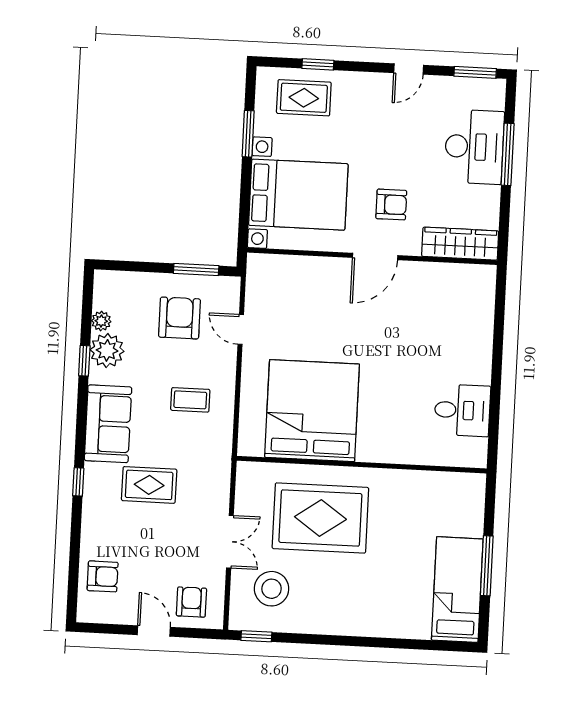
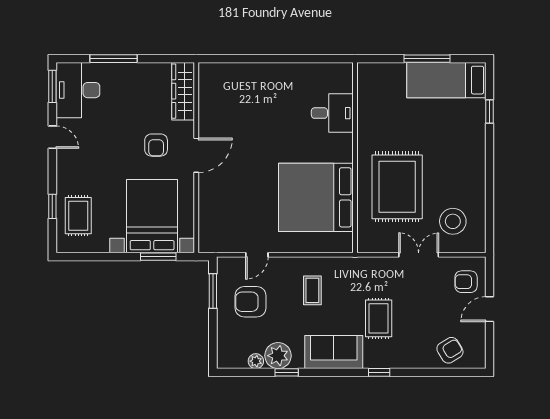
window: (248, 134) -> (158, 257), moved
desk: (474, 147) -> (78, 90), moved, turned -90
armchair: (391, 205) -> (156, 145), turned 180
door: (375, 256) -> (196, 155), hinge flipped
desk: (462, 410) -> (332, 113), moved, turned 90
armchair: (103, 576) -> (450, 350), turned 58
window: (256, 636) -> (490, 111), moved

